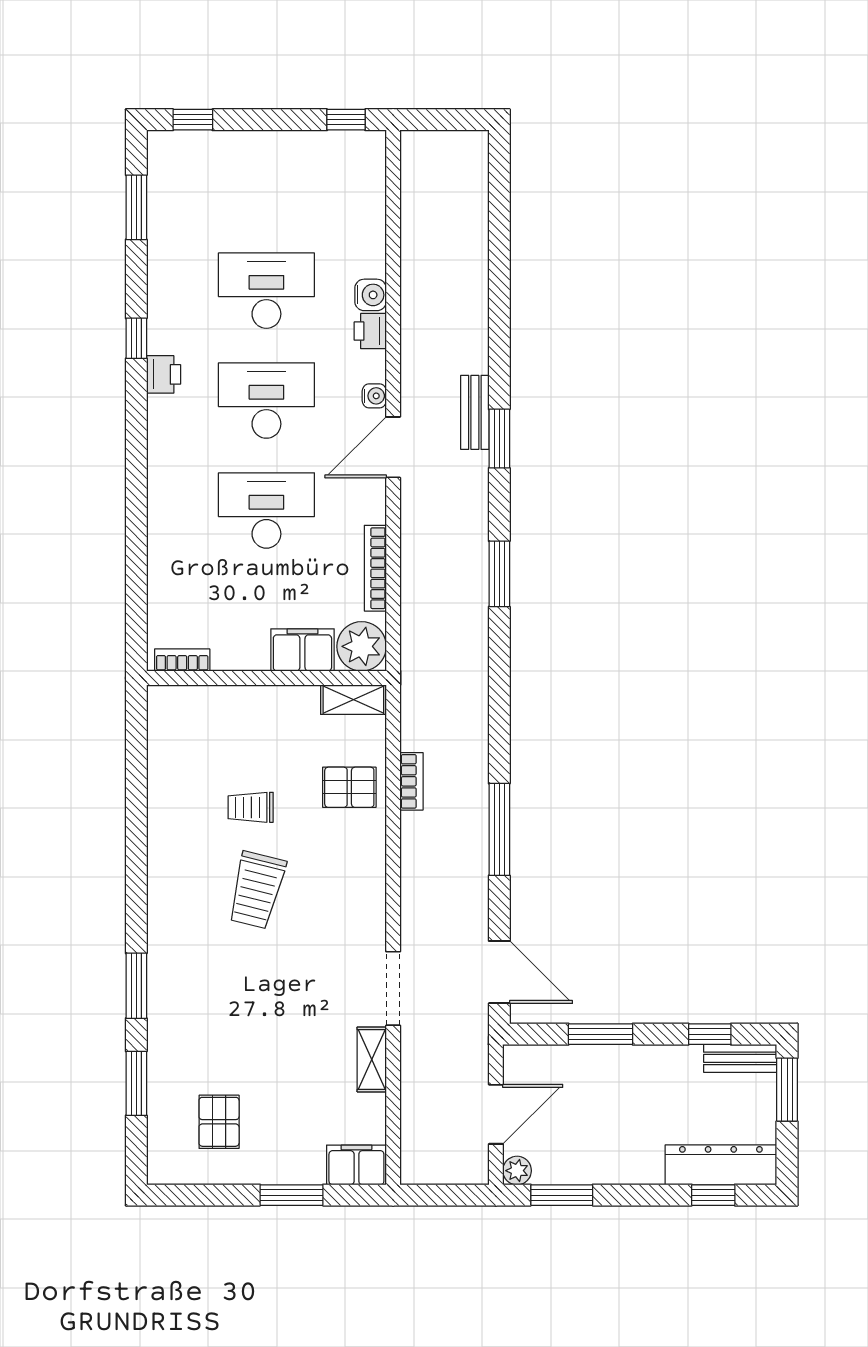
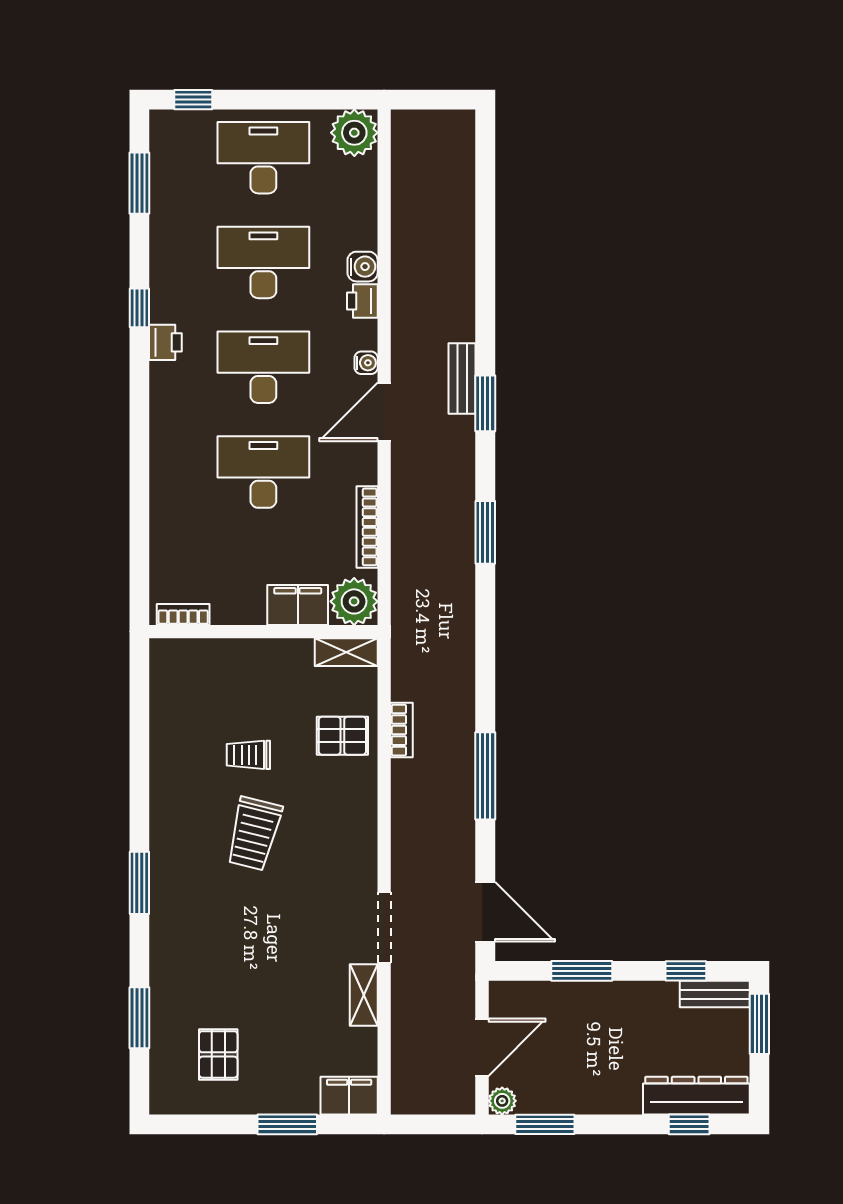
window: (346, 120) -> (339, 100), removed
plant: (362, 154) -> (354, 133), added
desk: (266, 181) -> (263, 158), added
window: (136, 986) -> (139, 883), moved

